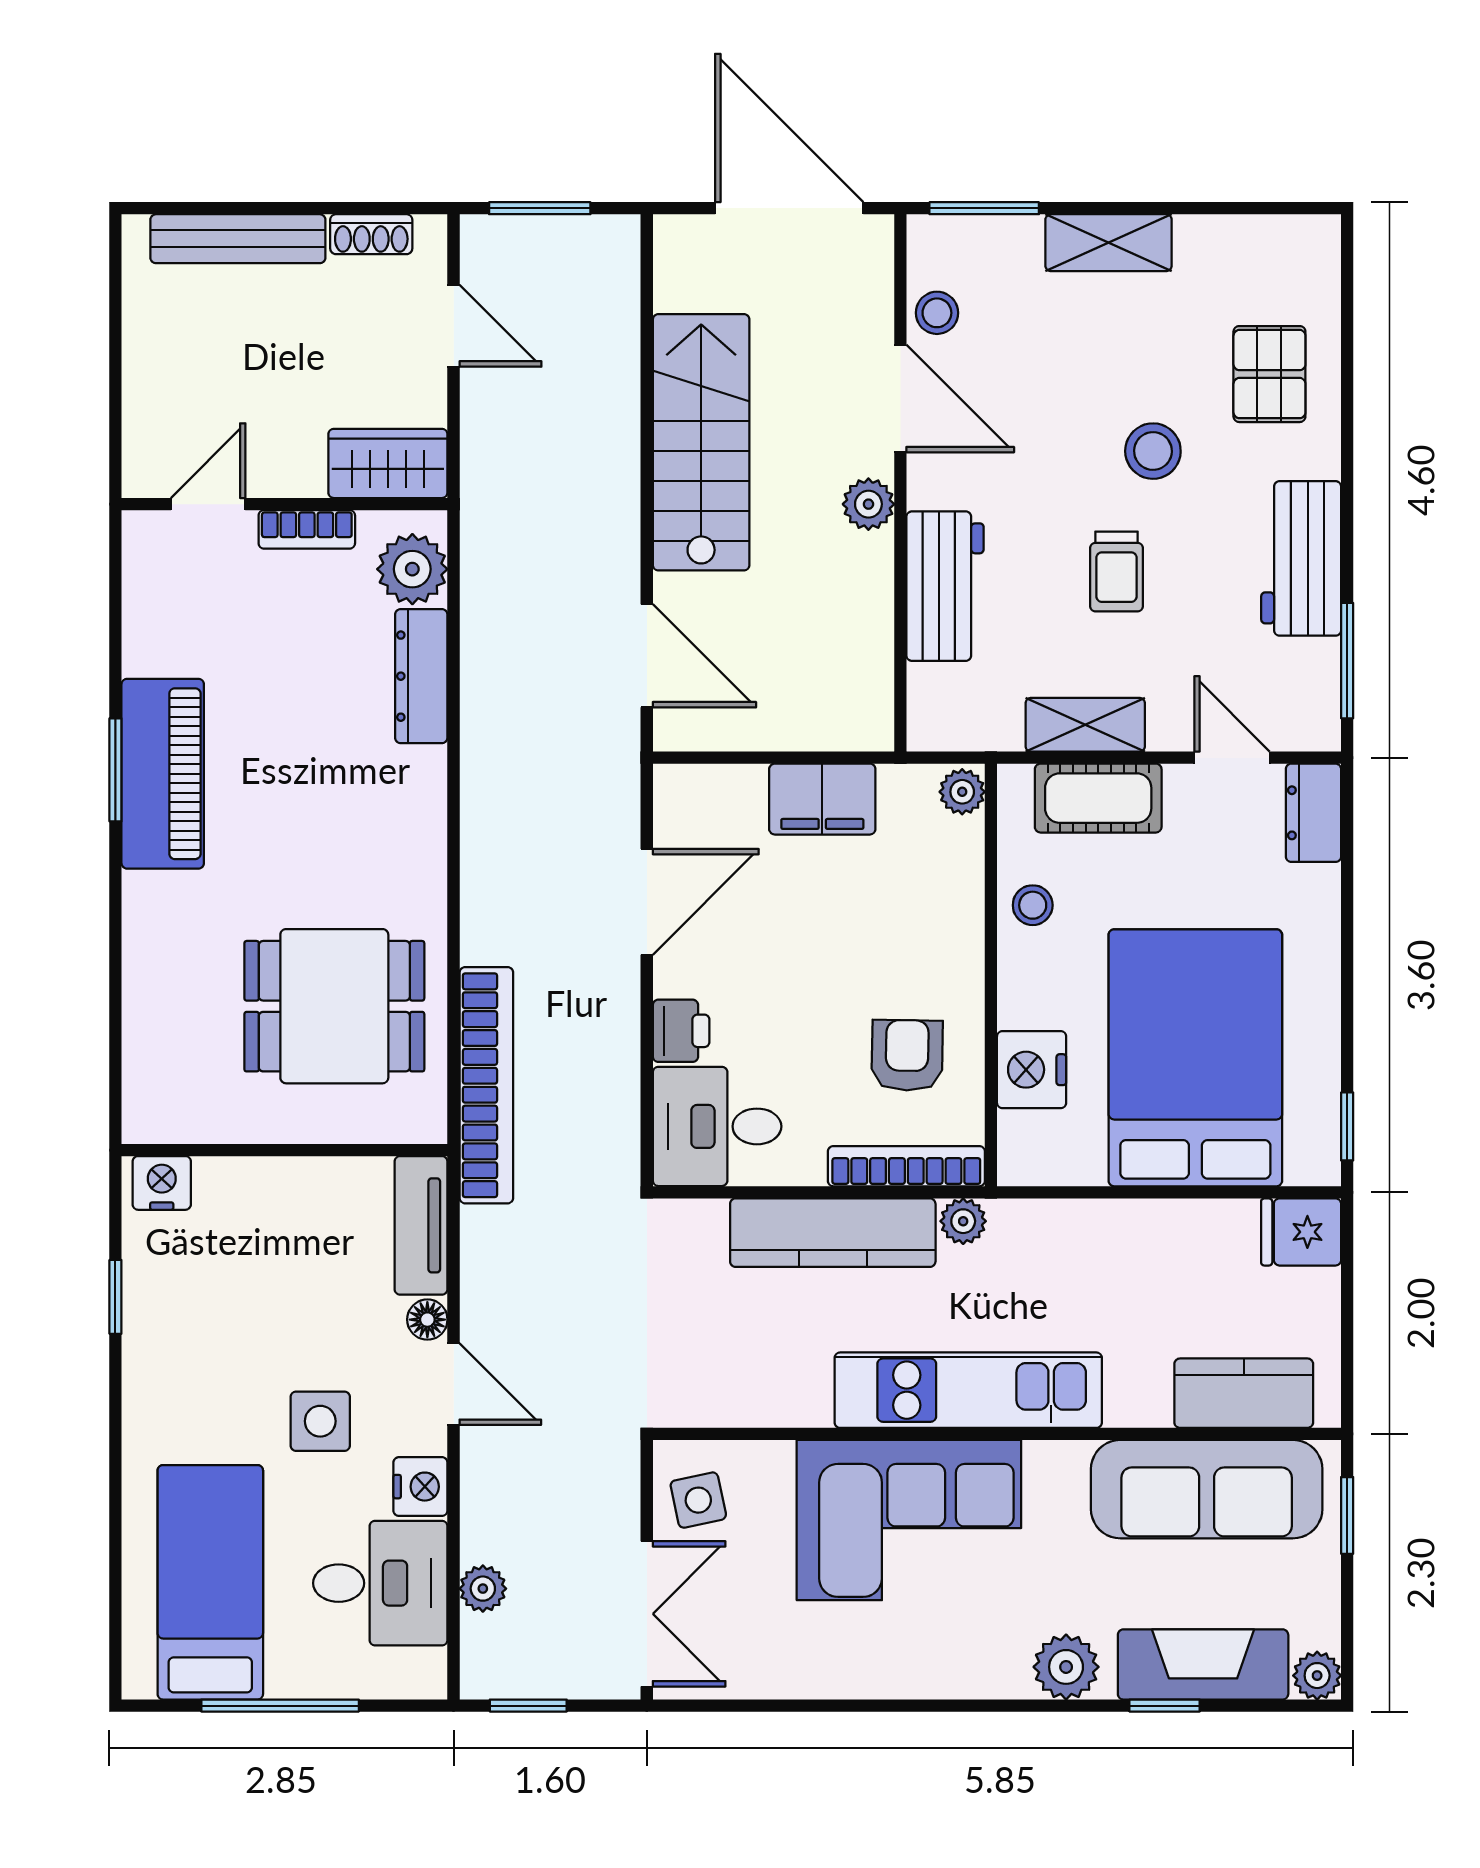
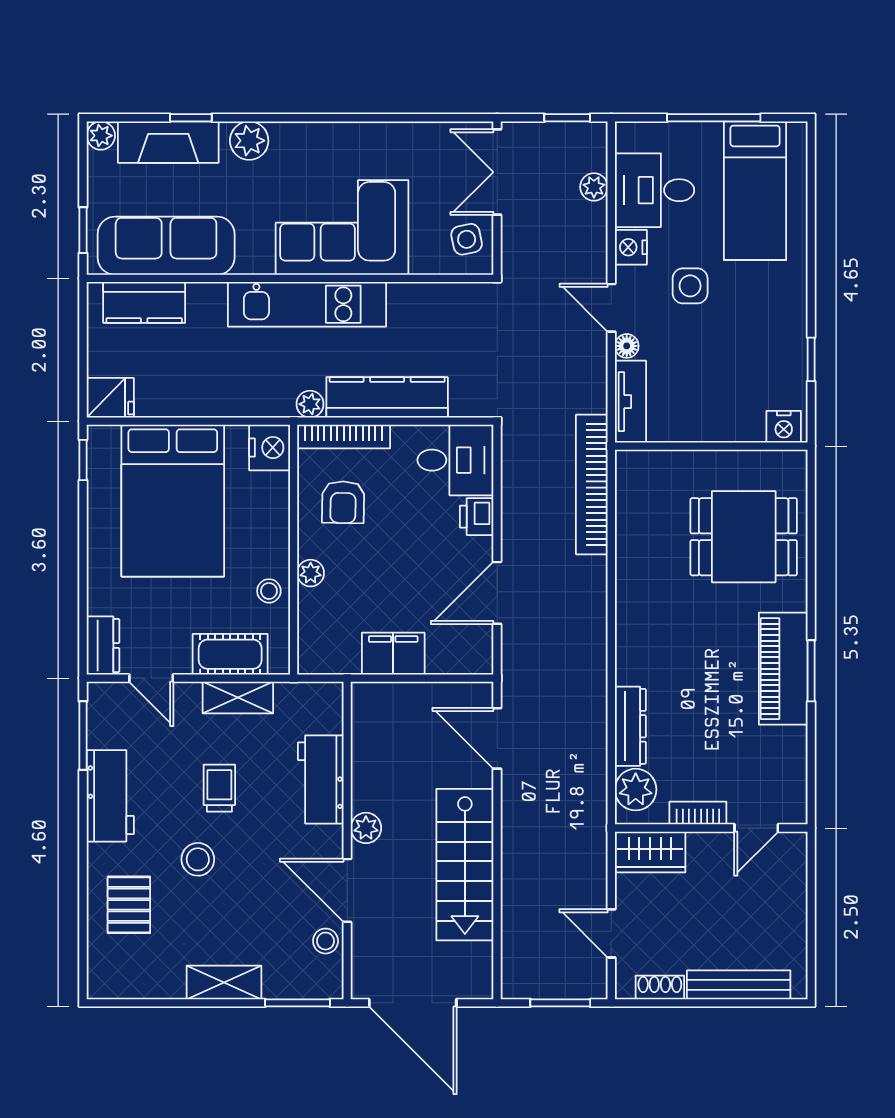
plant: (962, 792) -> (311, 573), moved
dining table: (334, 1006) -> (744, 537), moved
nightstand: (1032, 1070) -> (270, 448), moved

